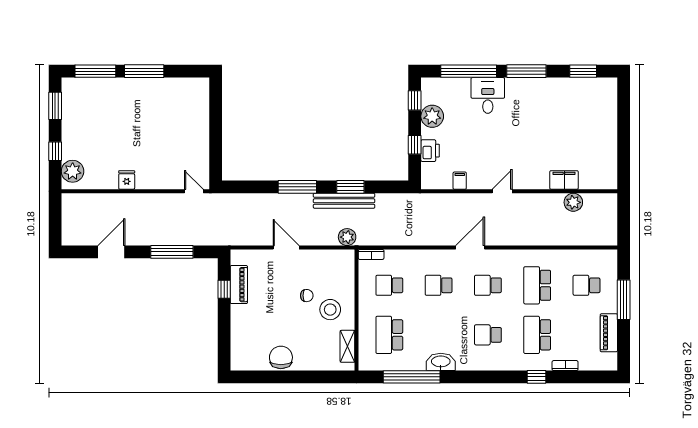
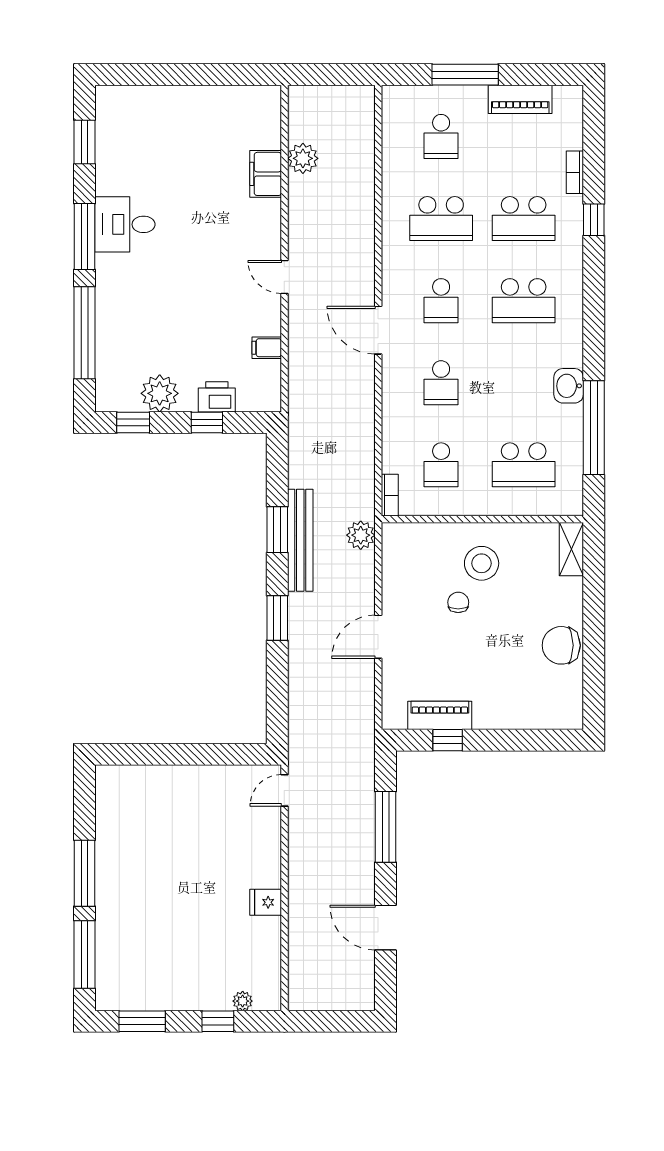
desk: (488, 95) -> (125, 224), moved
plant: (73, 171) -> (243, 1001), width x0.53, depth x0.53
window: (297, 187) -> (277, 618), width x0.69
school desk: (488, 335) -> (524, 301), width x1.85
shelving: (347, 346) -> (571, 549), moved, turned 90
washbasin: (441, 362) -> (569, 386), width x0.72

